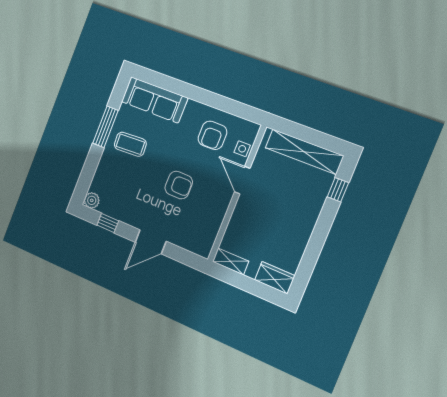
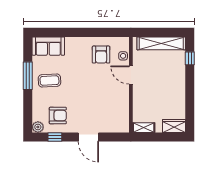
sofa: (154, 100) -> (48, 46), width x0.73
armchair: (179, 185) -> (58, 116), moved
door: (151, 242) -> (88, 137), hinge flipped

